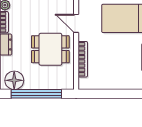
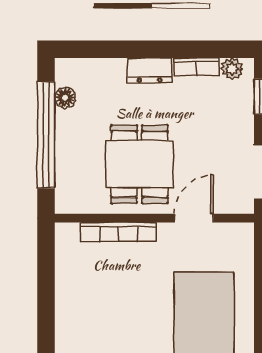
floor lamp: (14, 80) -> (65, 98), width x0.53, depth x0.53

